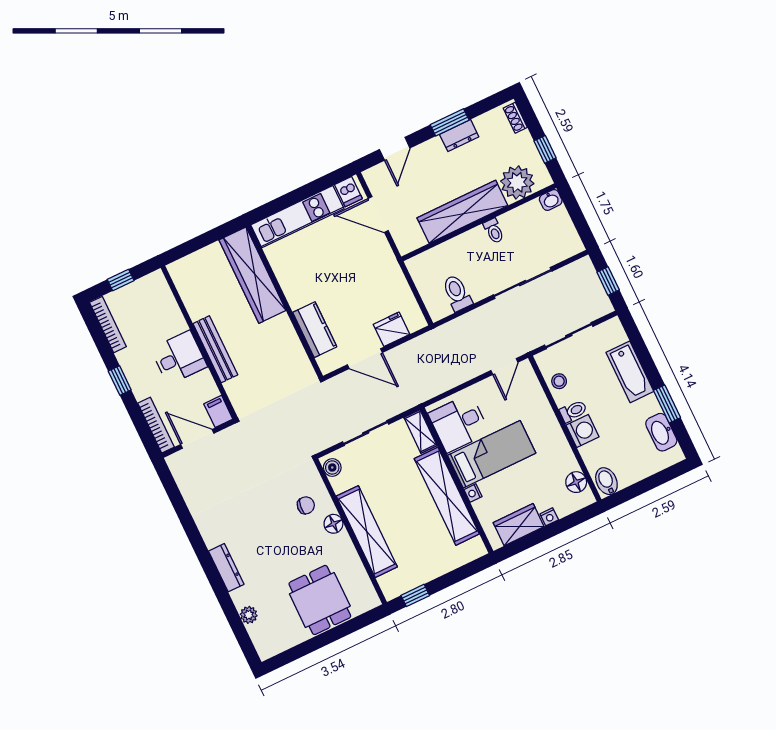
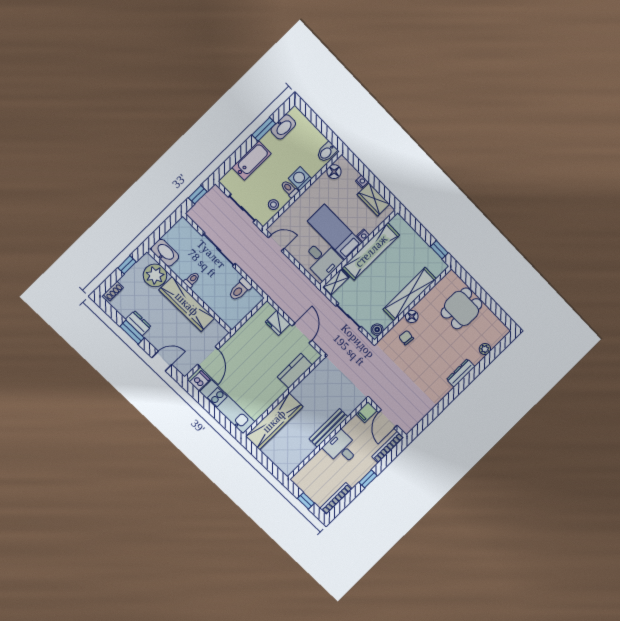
washbasin: (551, 200) -> (165, 253), width x1.91, depth x1.45

